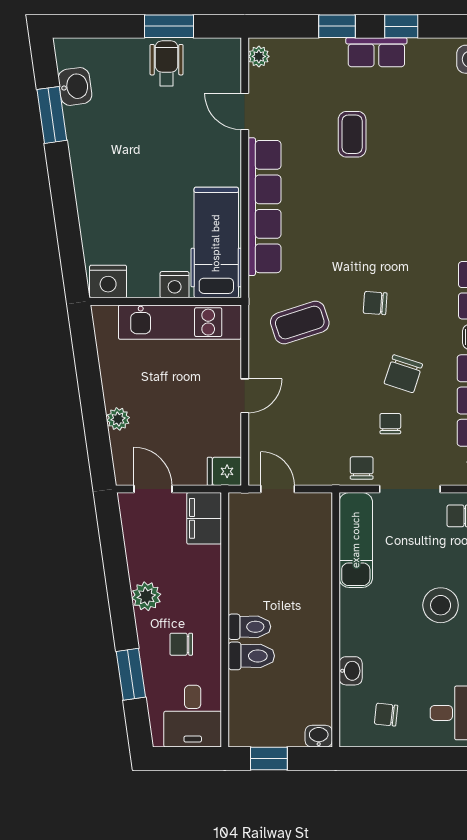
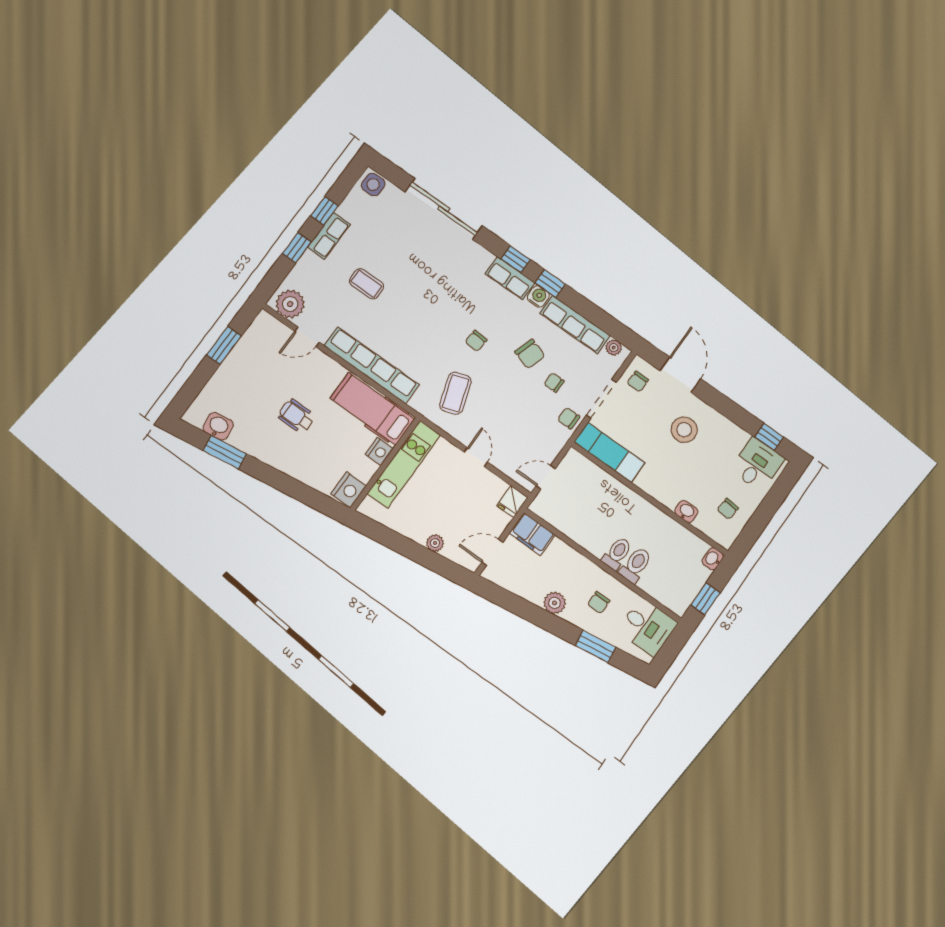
plant: (259, 56) -> (290, 304), width x1.88, depth x1.88
wheelchair: (167, 63) -> (296, 416), moved

